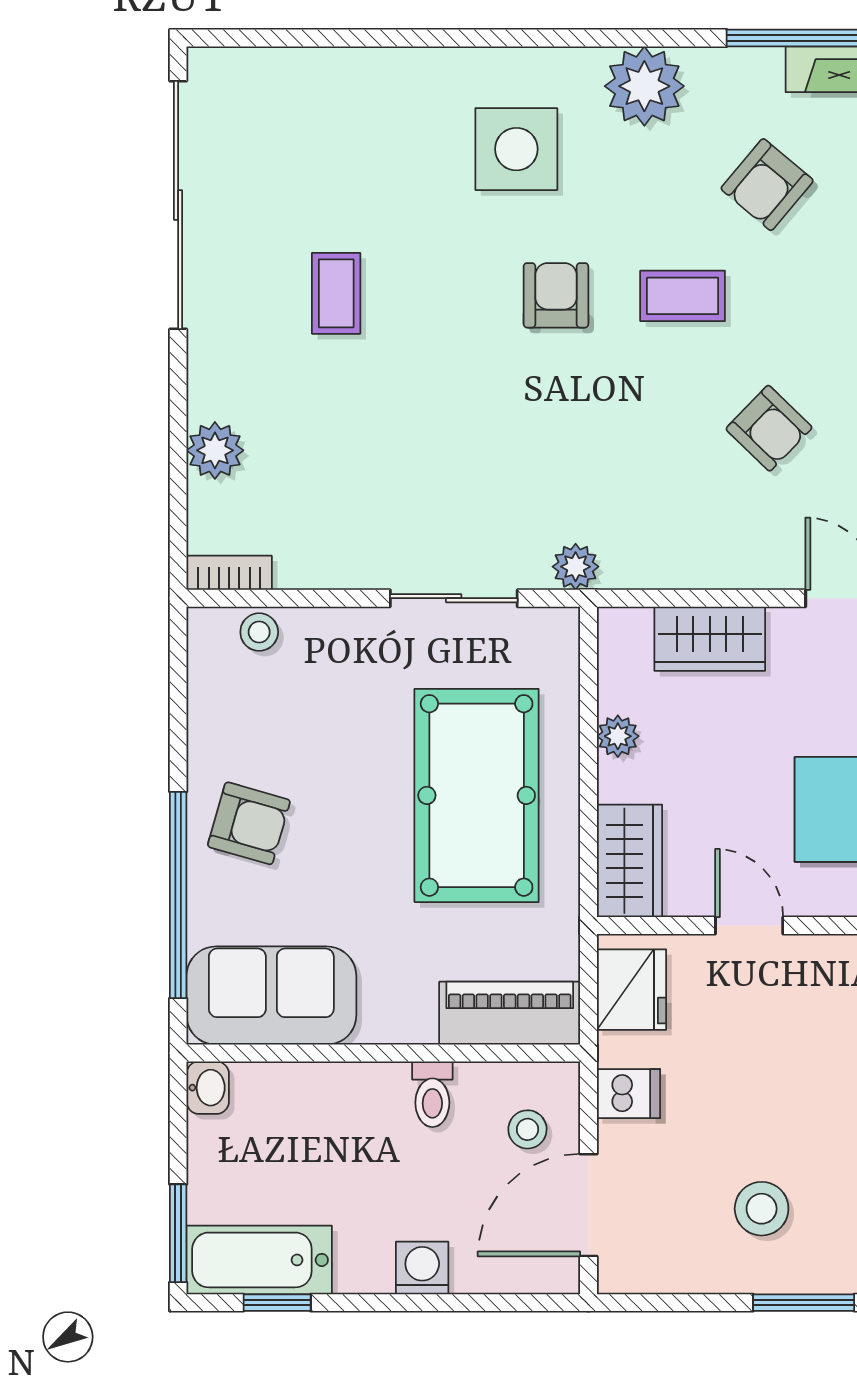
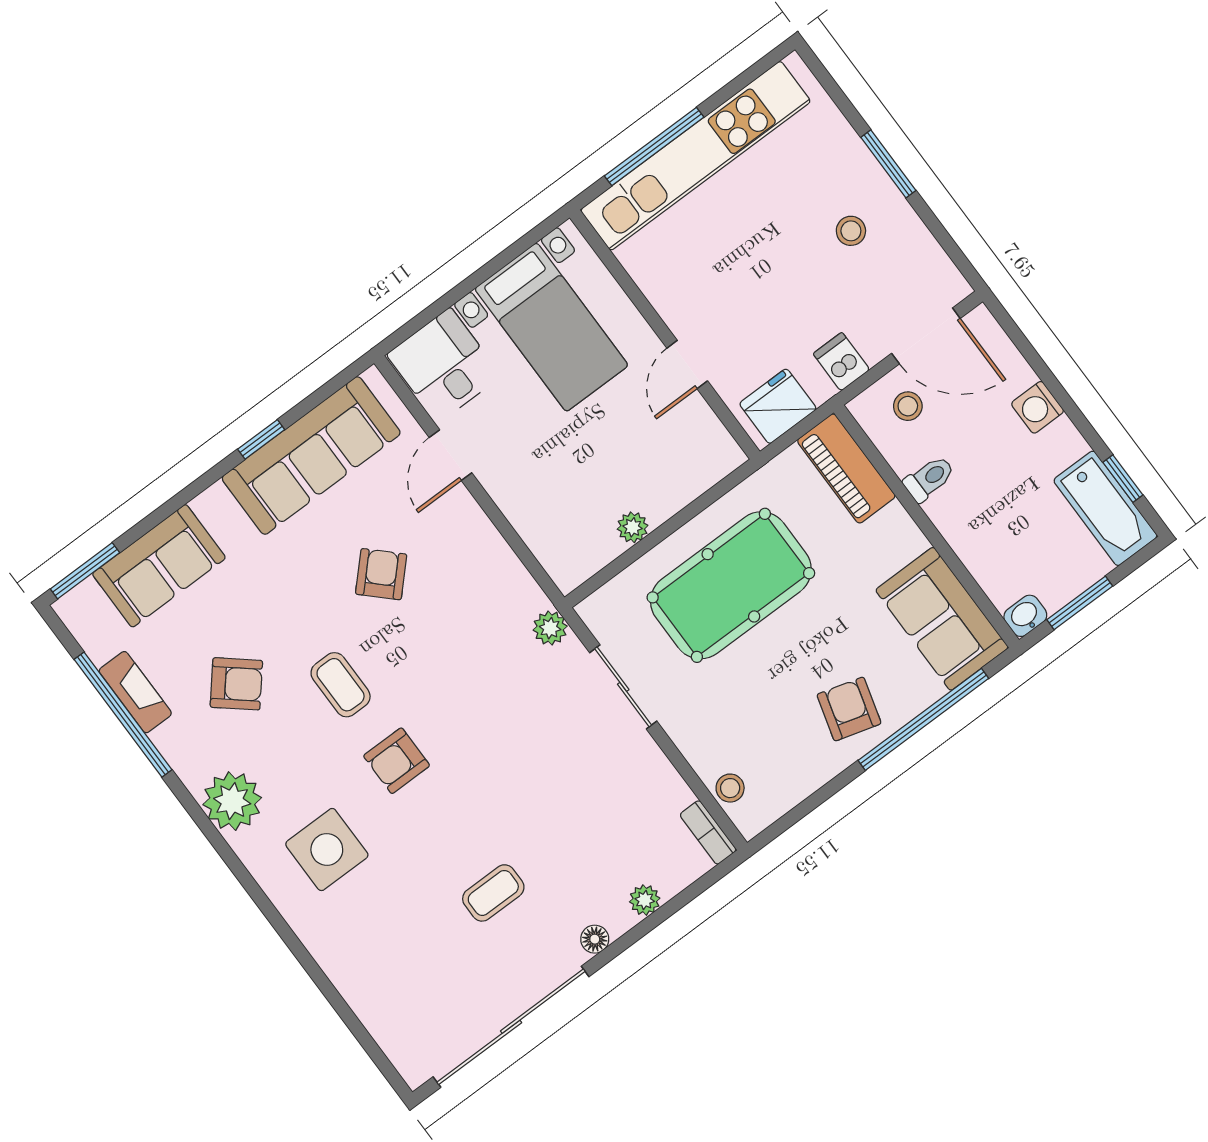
floor lamp: (205, 365) -> (595, 939), added
plant: (215, 450) -> (645, 900), width x0.73, depth x0.73
wardrobe: (710, 639) -> (533, 516), removed
wardrobe: (629, 861) -> (702, 465), removed
stool: (762, 1209) -> (851, 231), width x0.73, depth x0.73
window: (178, 1233) -> (1080, 603), moved

